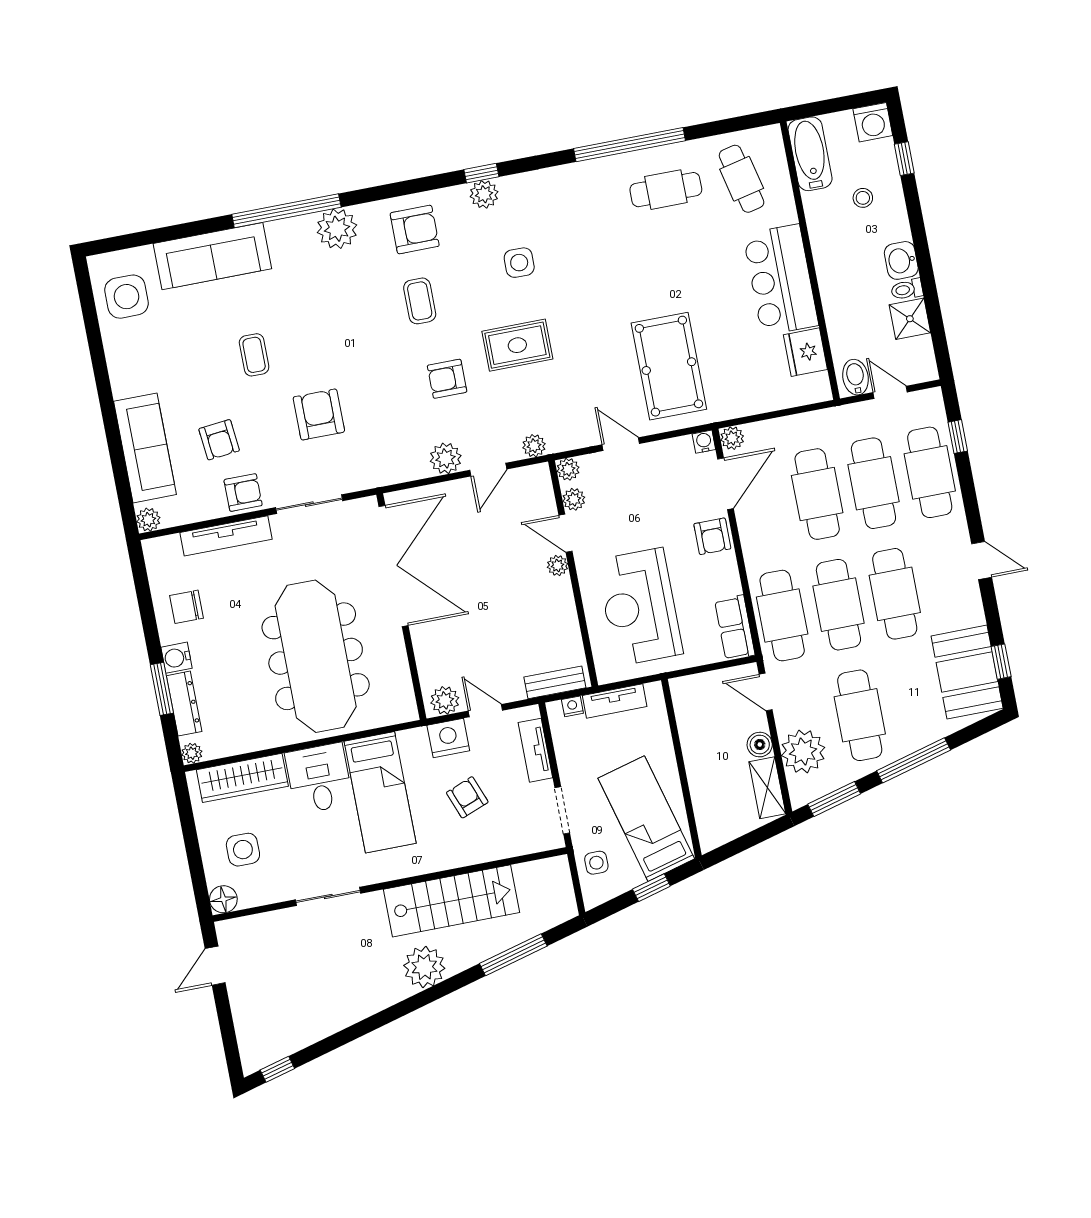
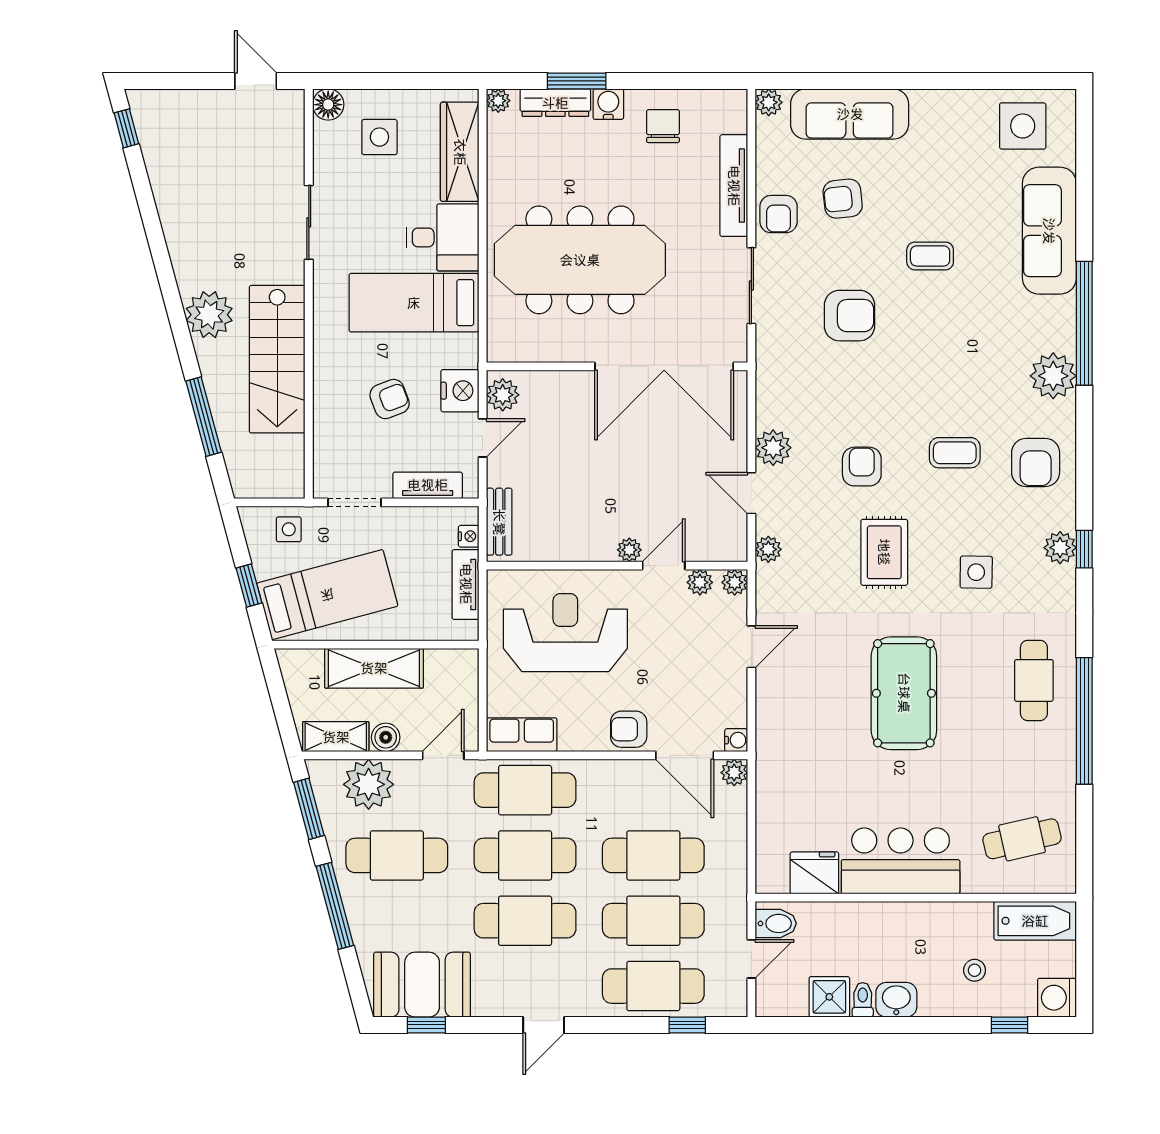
cafe table: (666, 190) -> (1034, 680), moved
pool table: (669, 366) -> (904, 693), moved, turned 90
shelving: (702, 766) -> (374, 668), added

